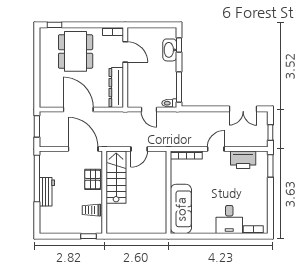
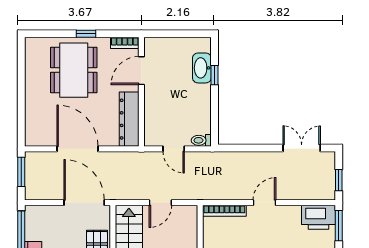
window: (54, 25) -> (86, 34), moved
window: (179, 45) -> (214, 75), moved
door: (125, 52) -> (141, 71), swing flipped
window: (179, 87) -> (214, 118), removed
double door: (243, 109) -> (302, 148), swing flipped
printer: (243, 160) -> (319, 217), moved

